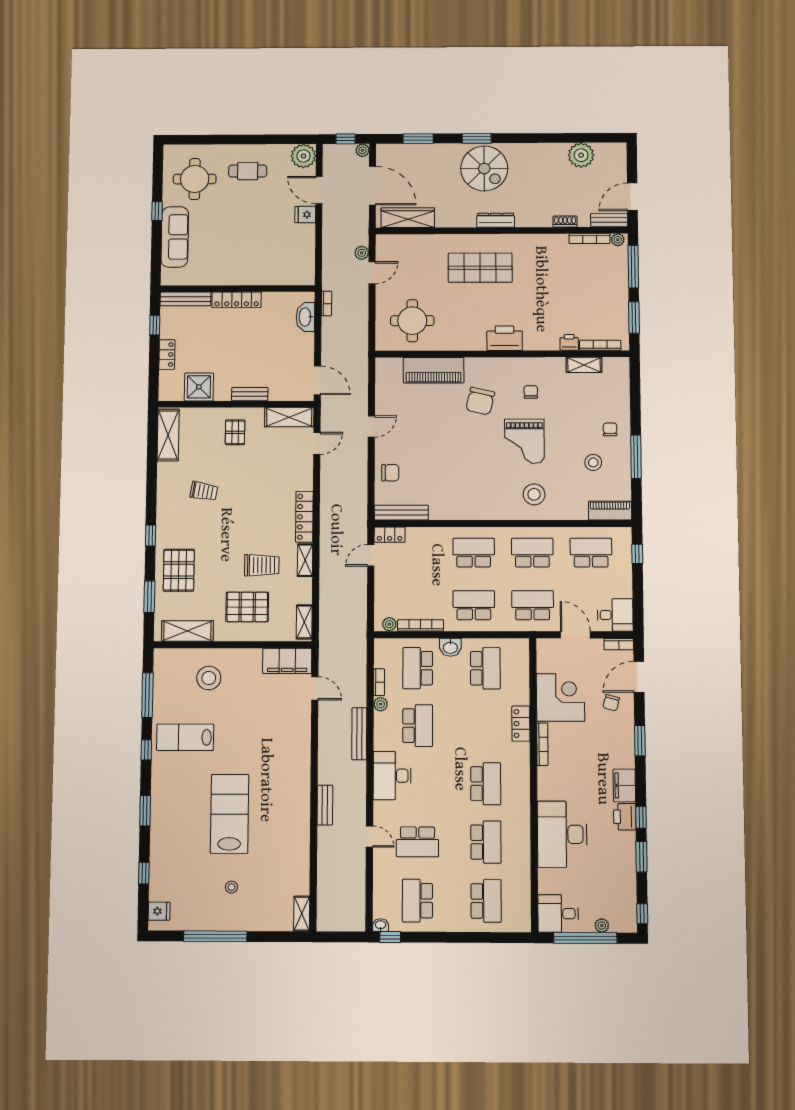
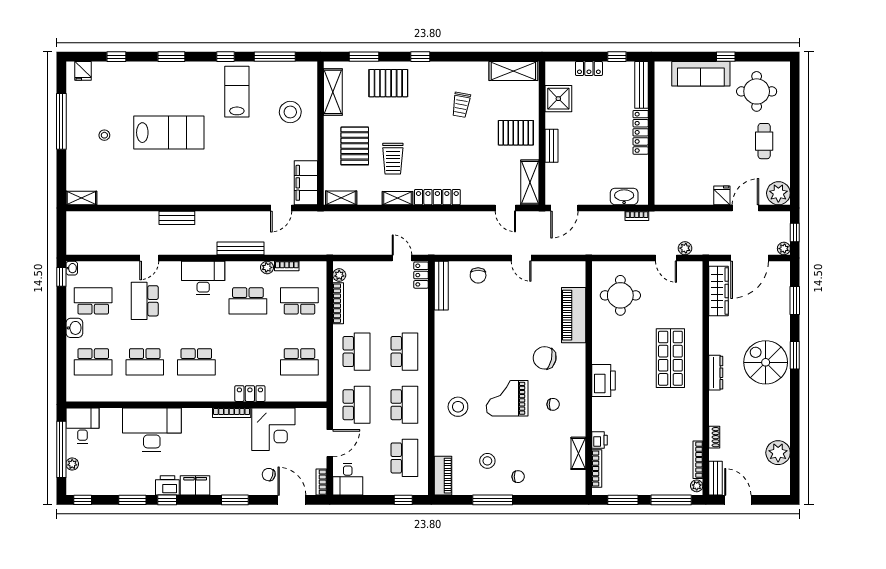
spiral stairs: (484, 168) -> (766, 362), turned 90
pallet: (235, 432) -> (516, 133), width x1.50, depth x1.42
washbasin: (450, 647) -> (74, 328), moved, turned 180

